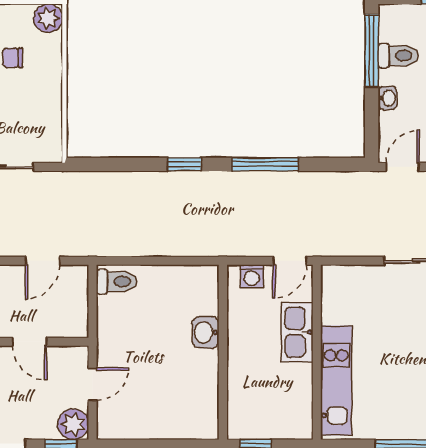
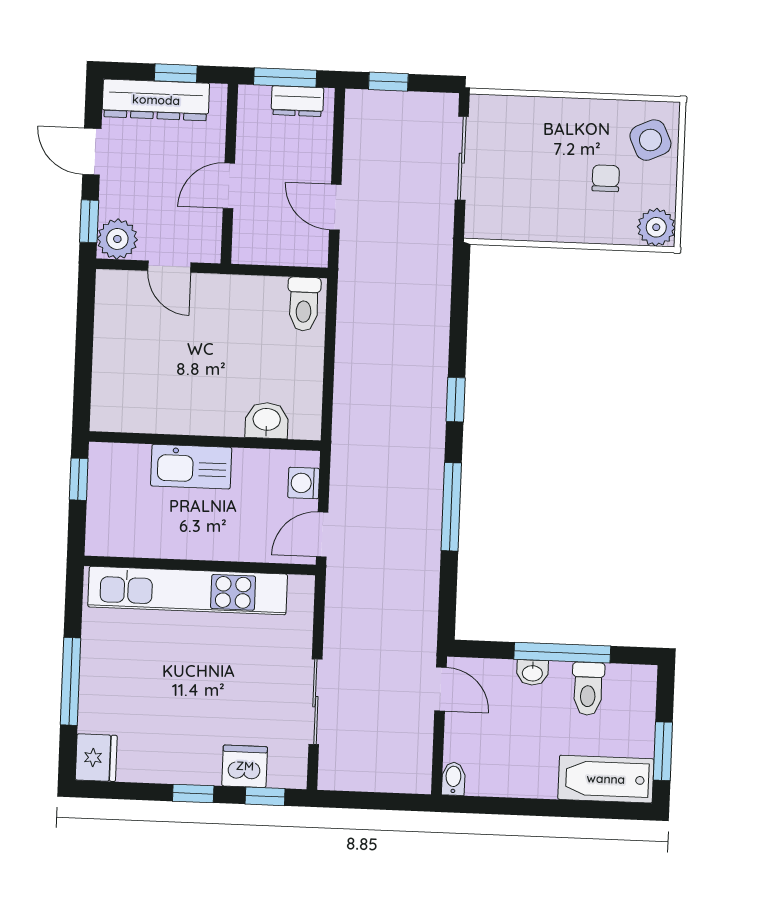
window: (372, 51) -> (562, 653), moved
door: (290, 261) -> (322, 534), hinge flipped
washbasin: (206, 332) -> (267, 420), moved
kitchen sink: (297, 332) -> (191, 467), moved, turned 180
kitchen unit: (336, 381) -> (188, 591), width x1.36

